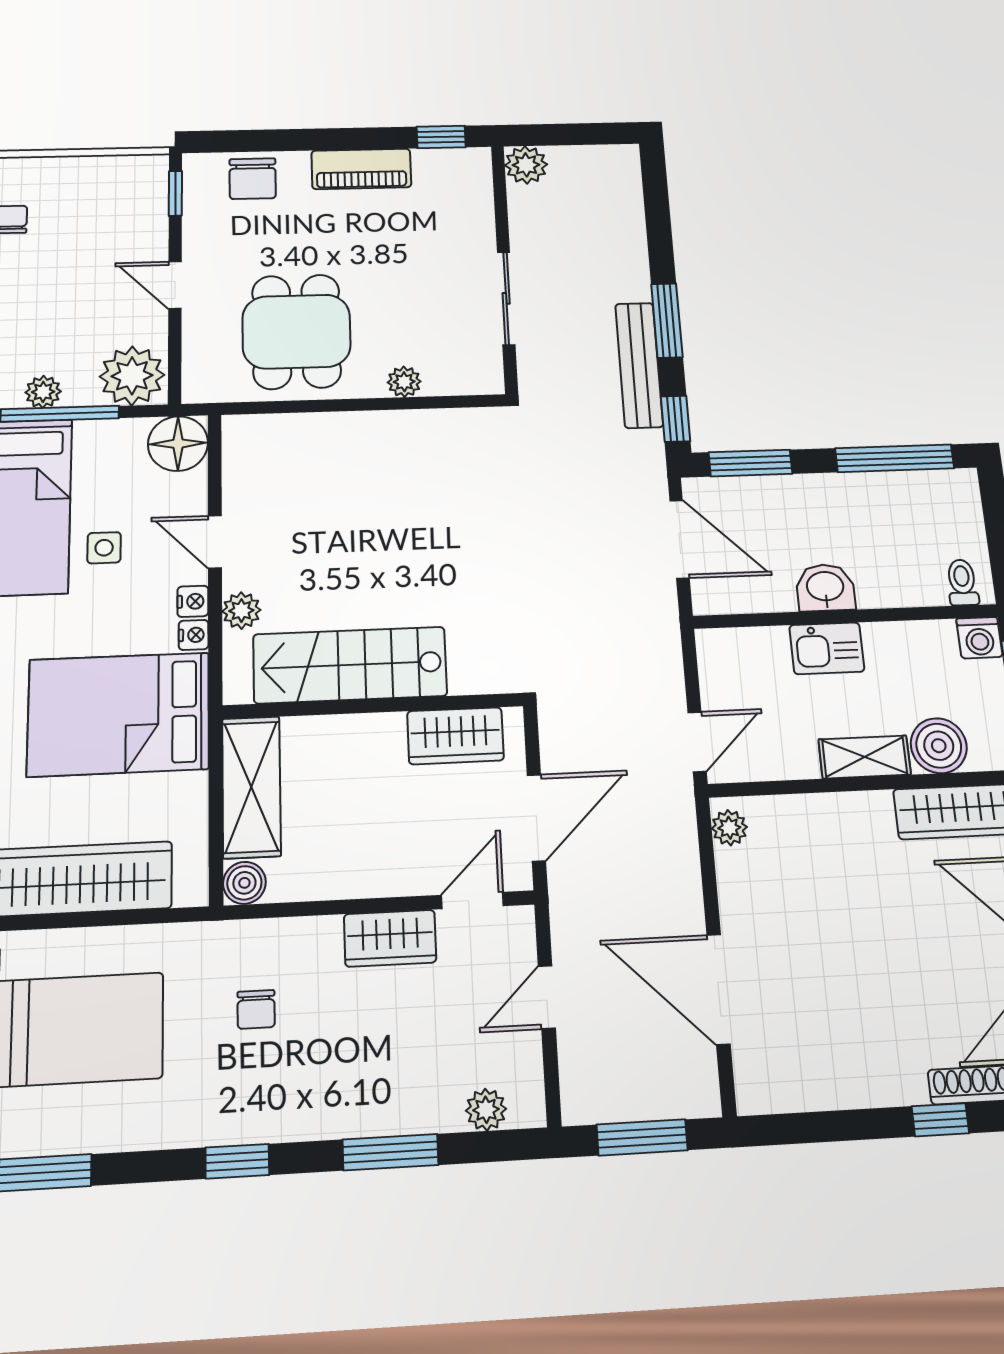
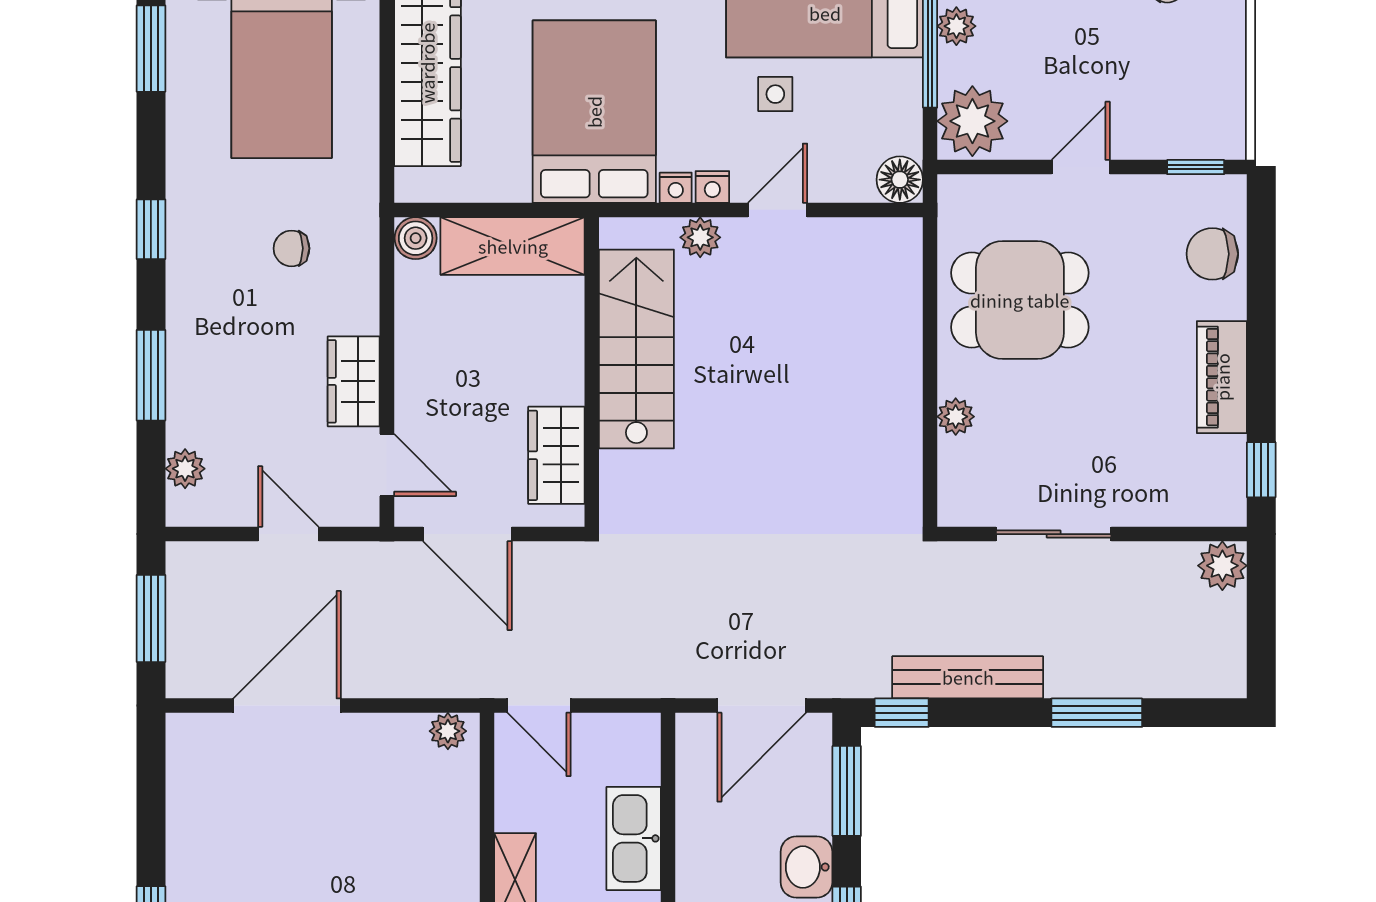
window: (667, 320) -> (1097, 713), moved
floor lamp: (178, 444) -> (900, 180), width x0.73, depth x0.73
washbasin: (825, 588) -> (806, 867), moved, turned 180
kitchen sink: (827, 648) -> (634, 838), width x1.38

